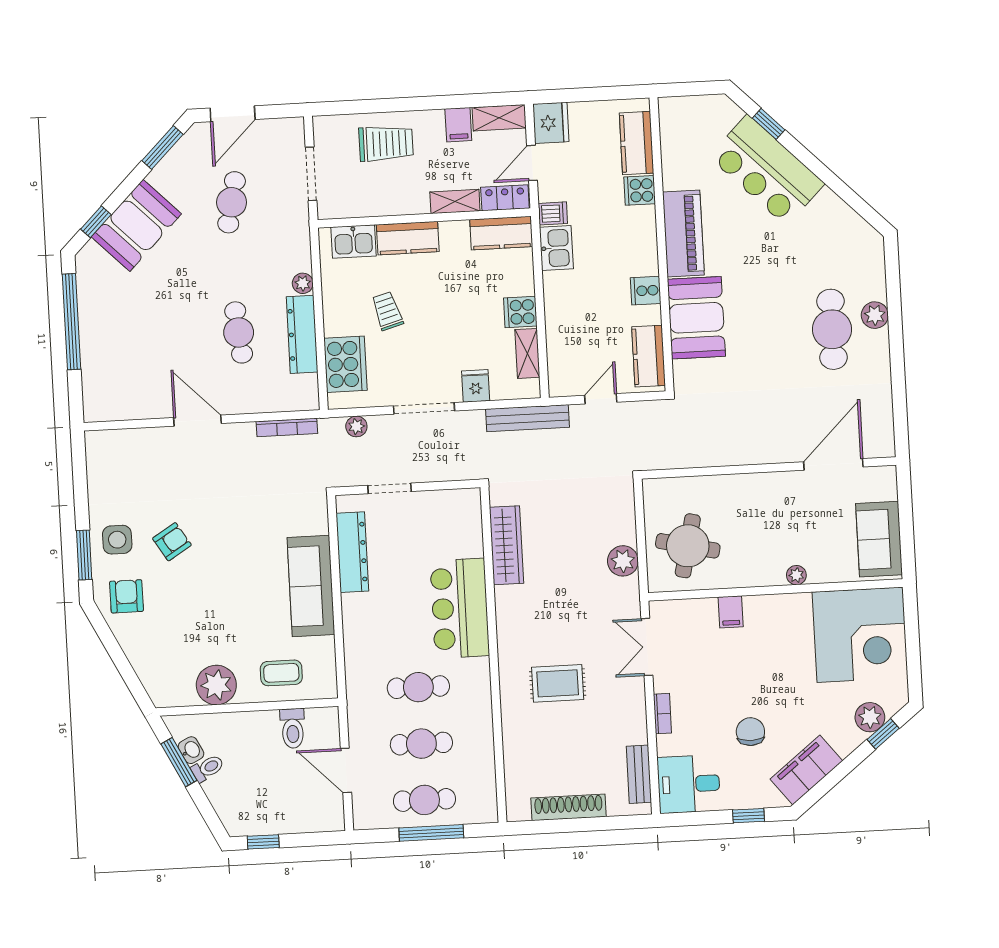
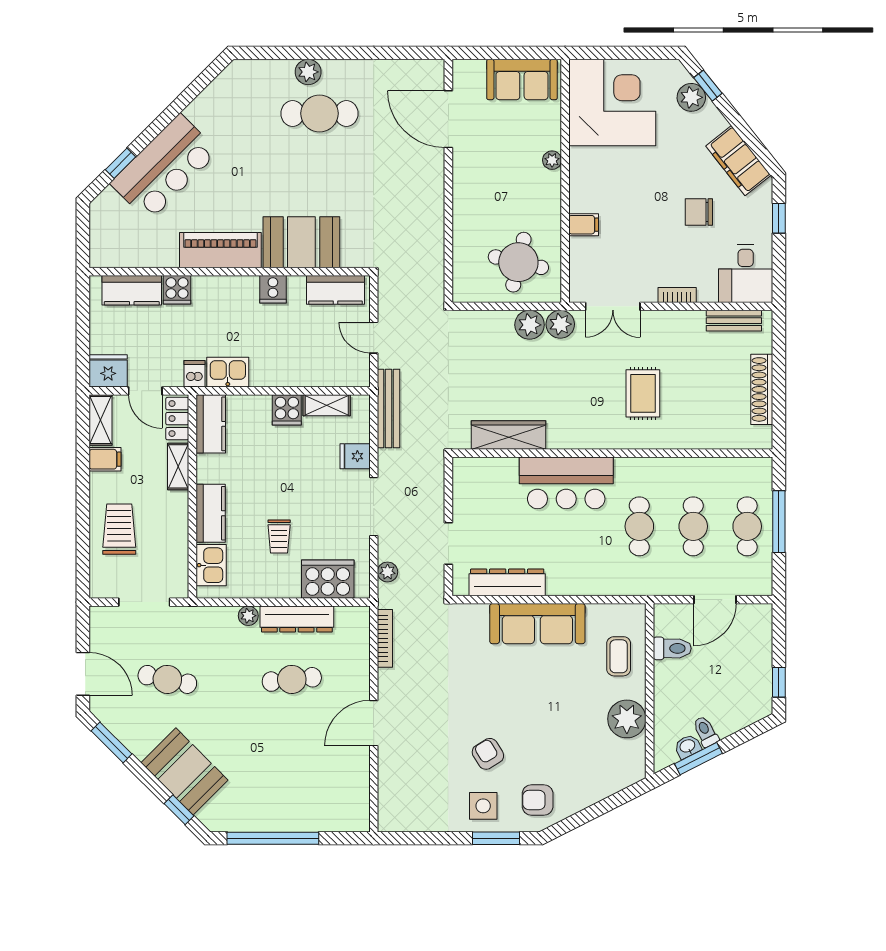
trolley: (387, 311) -> (279, 536), turned -74
plant: (625, 593) -> (560, 324), added

